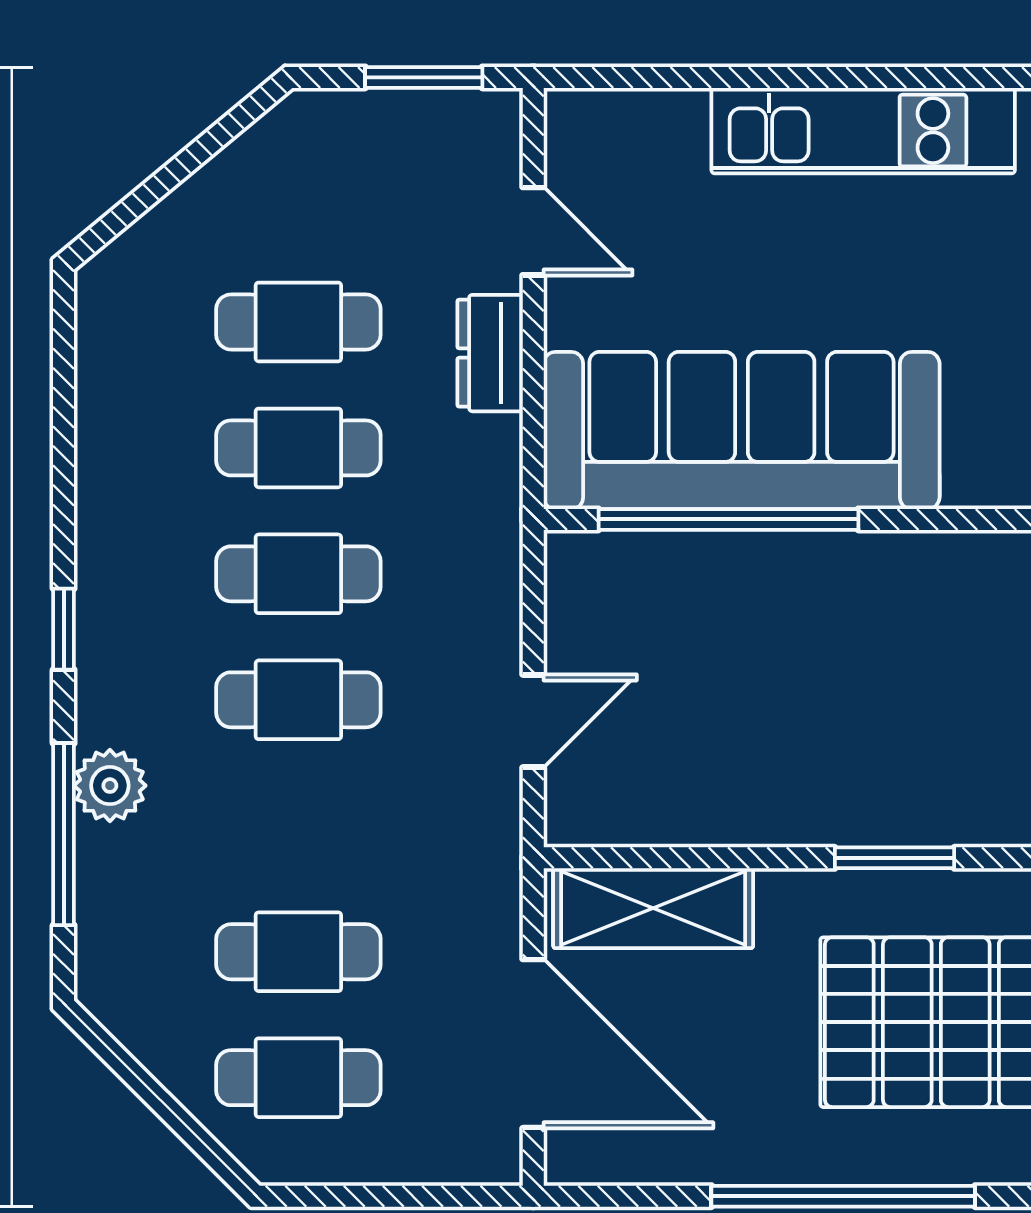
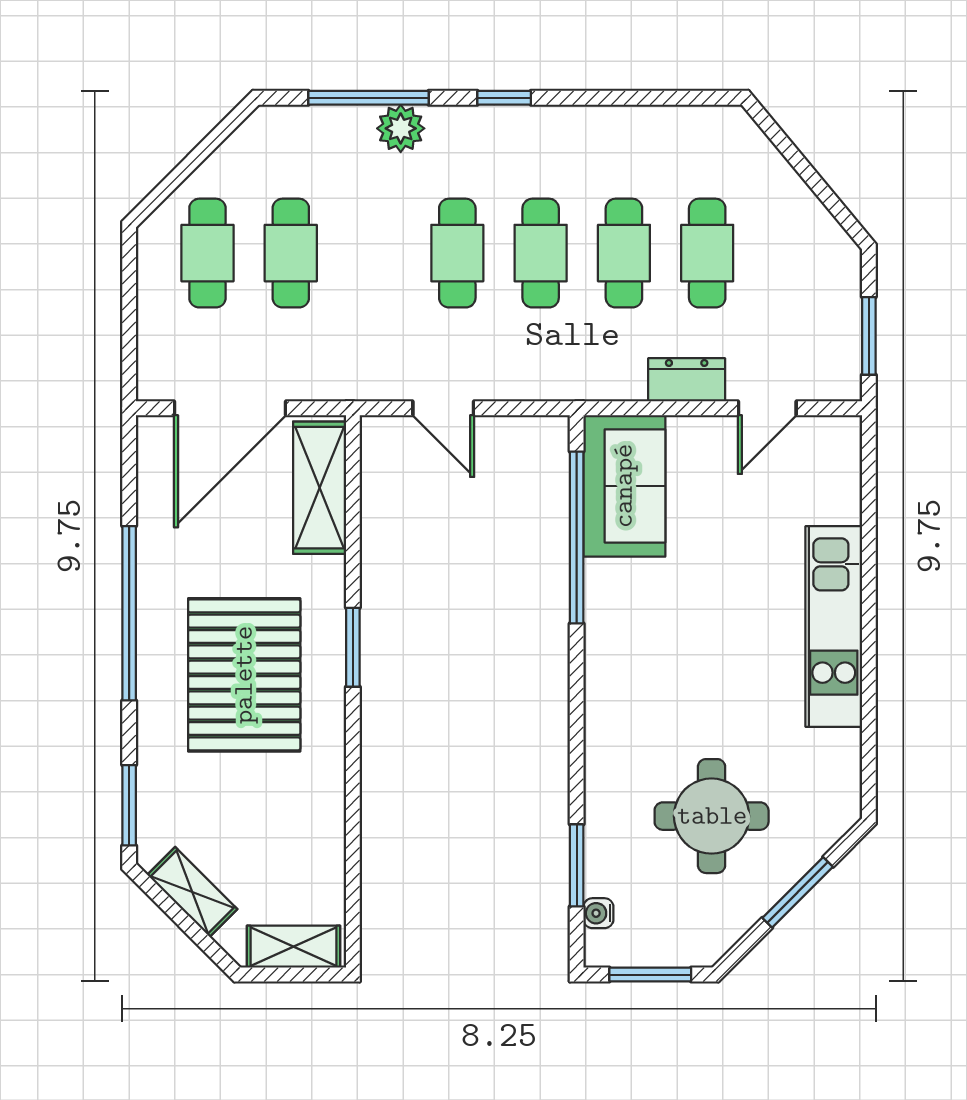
sofa: (742, 430) -> (624, 486), width x0.54, depth x0.79

